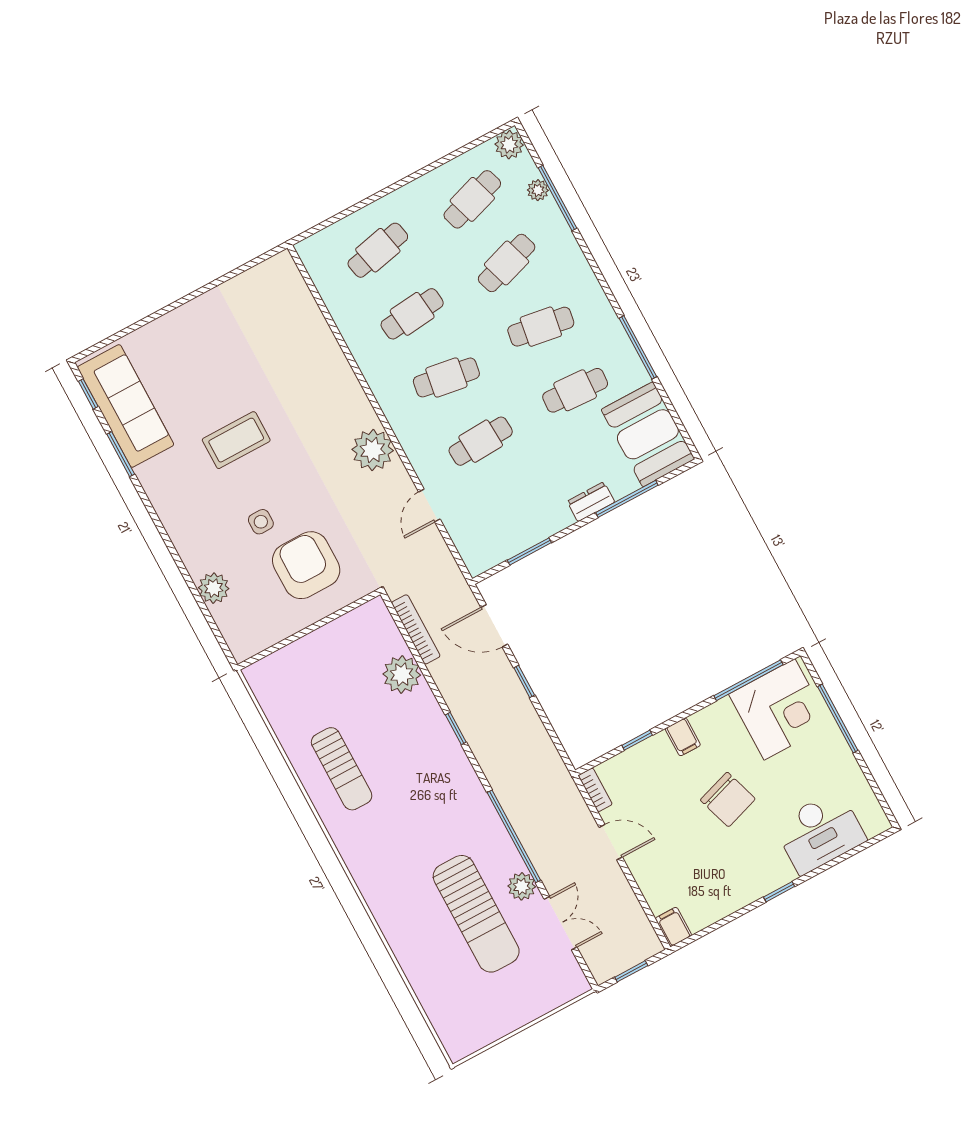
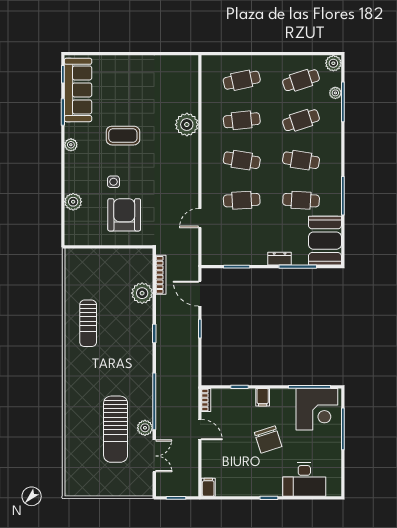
plant: (373, 450) -> (187, 125), moved
plant: (161, 499) -> (71, 145), added

